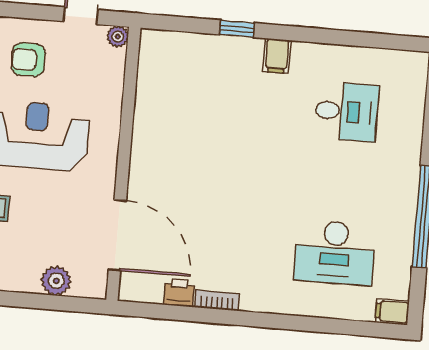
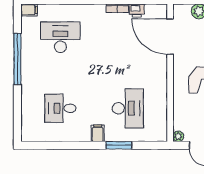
window: (237, 29) -> (119, 145), width x1.50
desk: (213, 100) -> (128, 108), added

